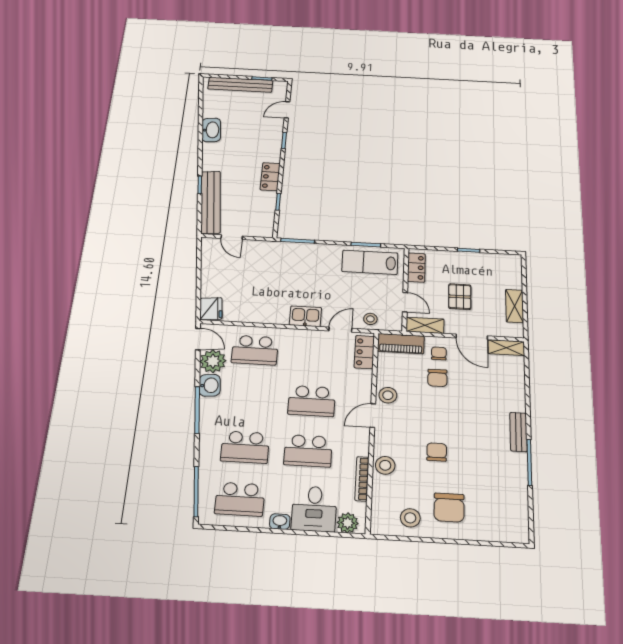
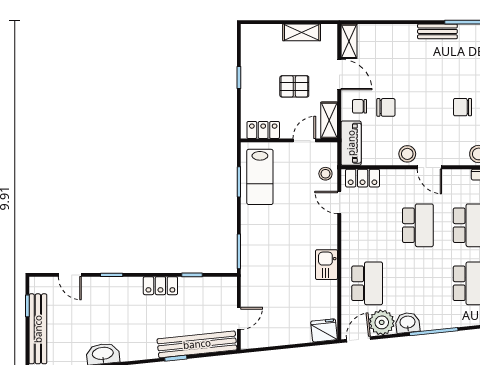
kitchen sink: (305, 316) -> (327, 265), moved
door: (472, 337) -> (339, 75), hinge flipped

